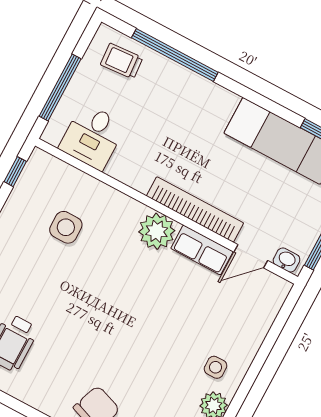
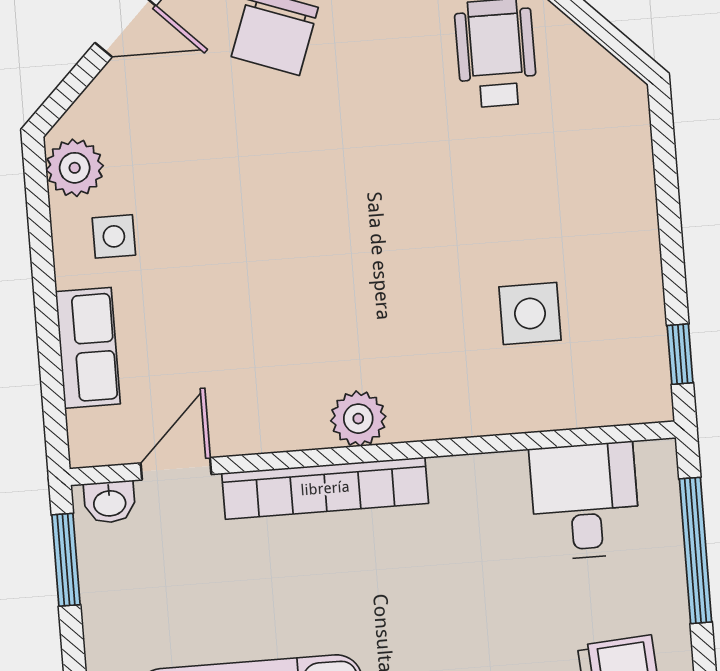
plant: (157, 231) -> (358, 419), width x0.73, depth x0.73
row of seats: (202, 250) -> (88, 348), moved, turned 90

